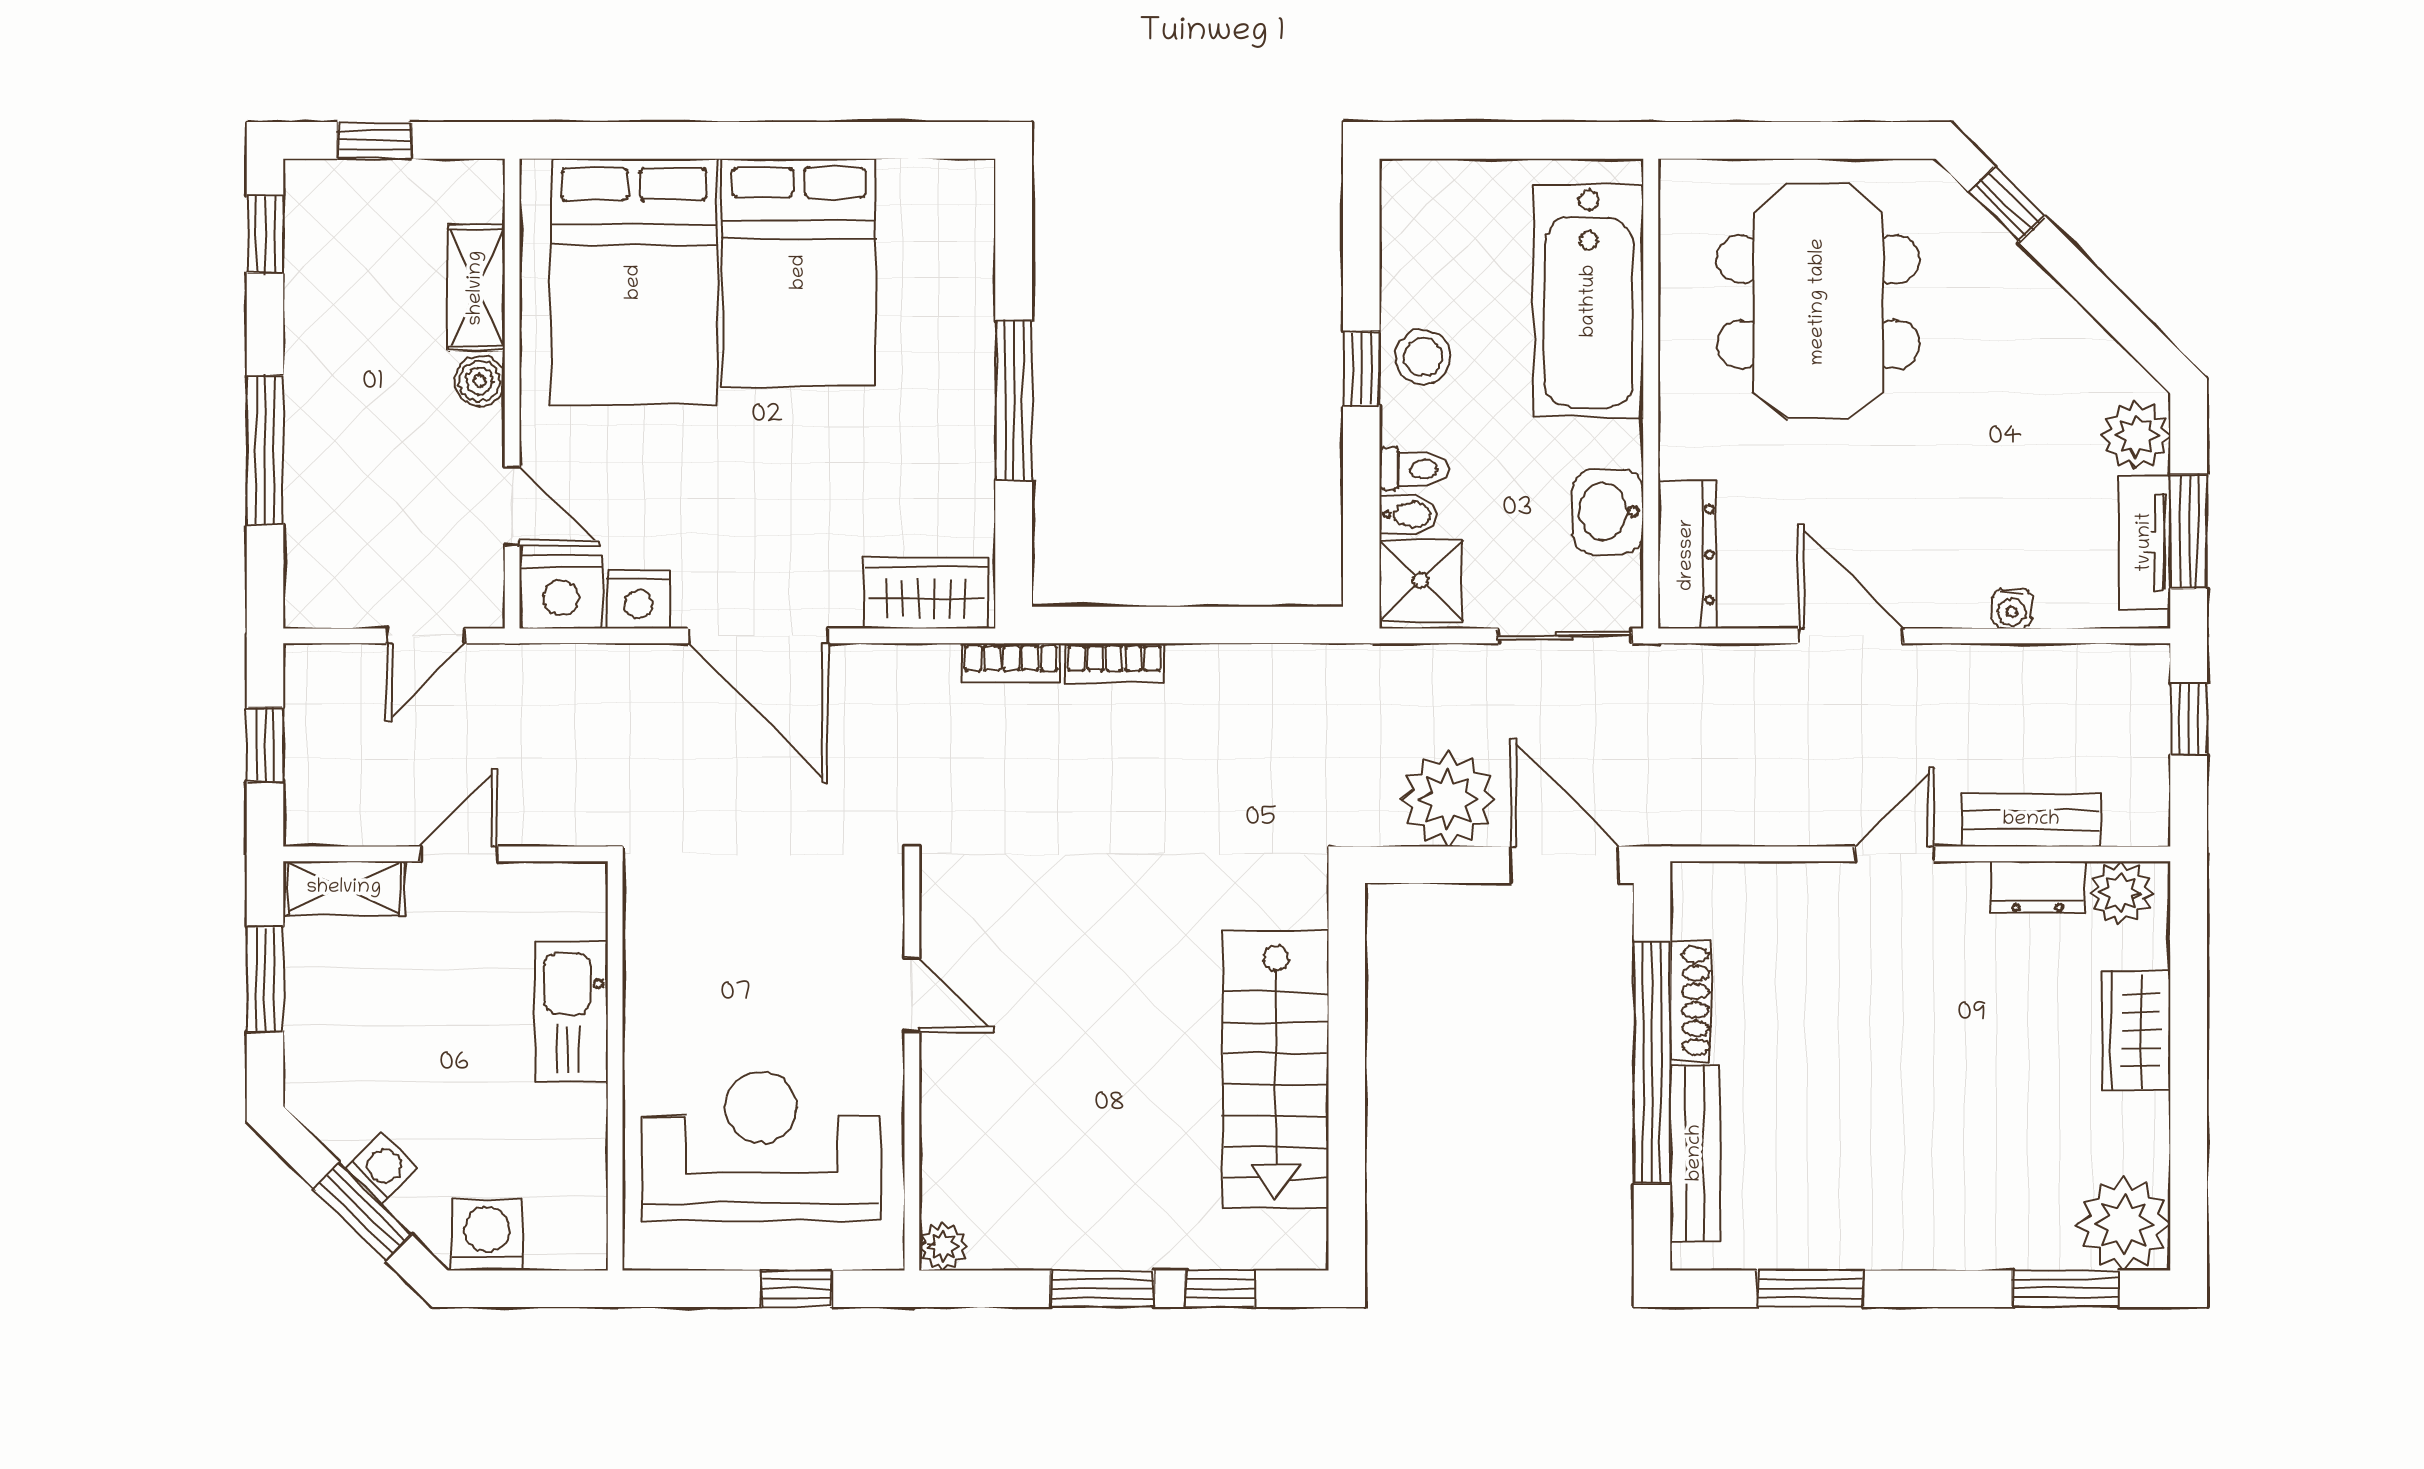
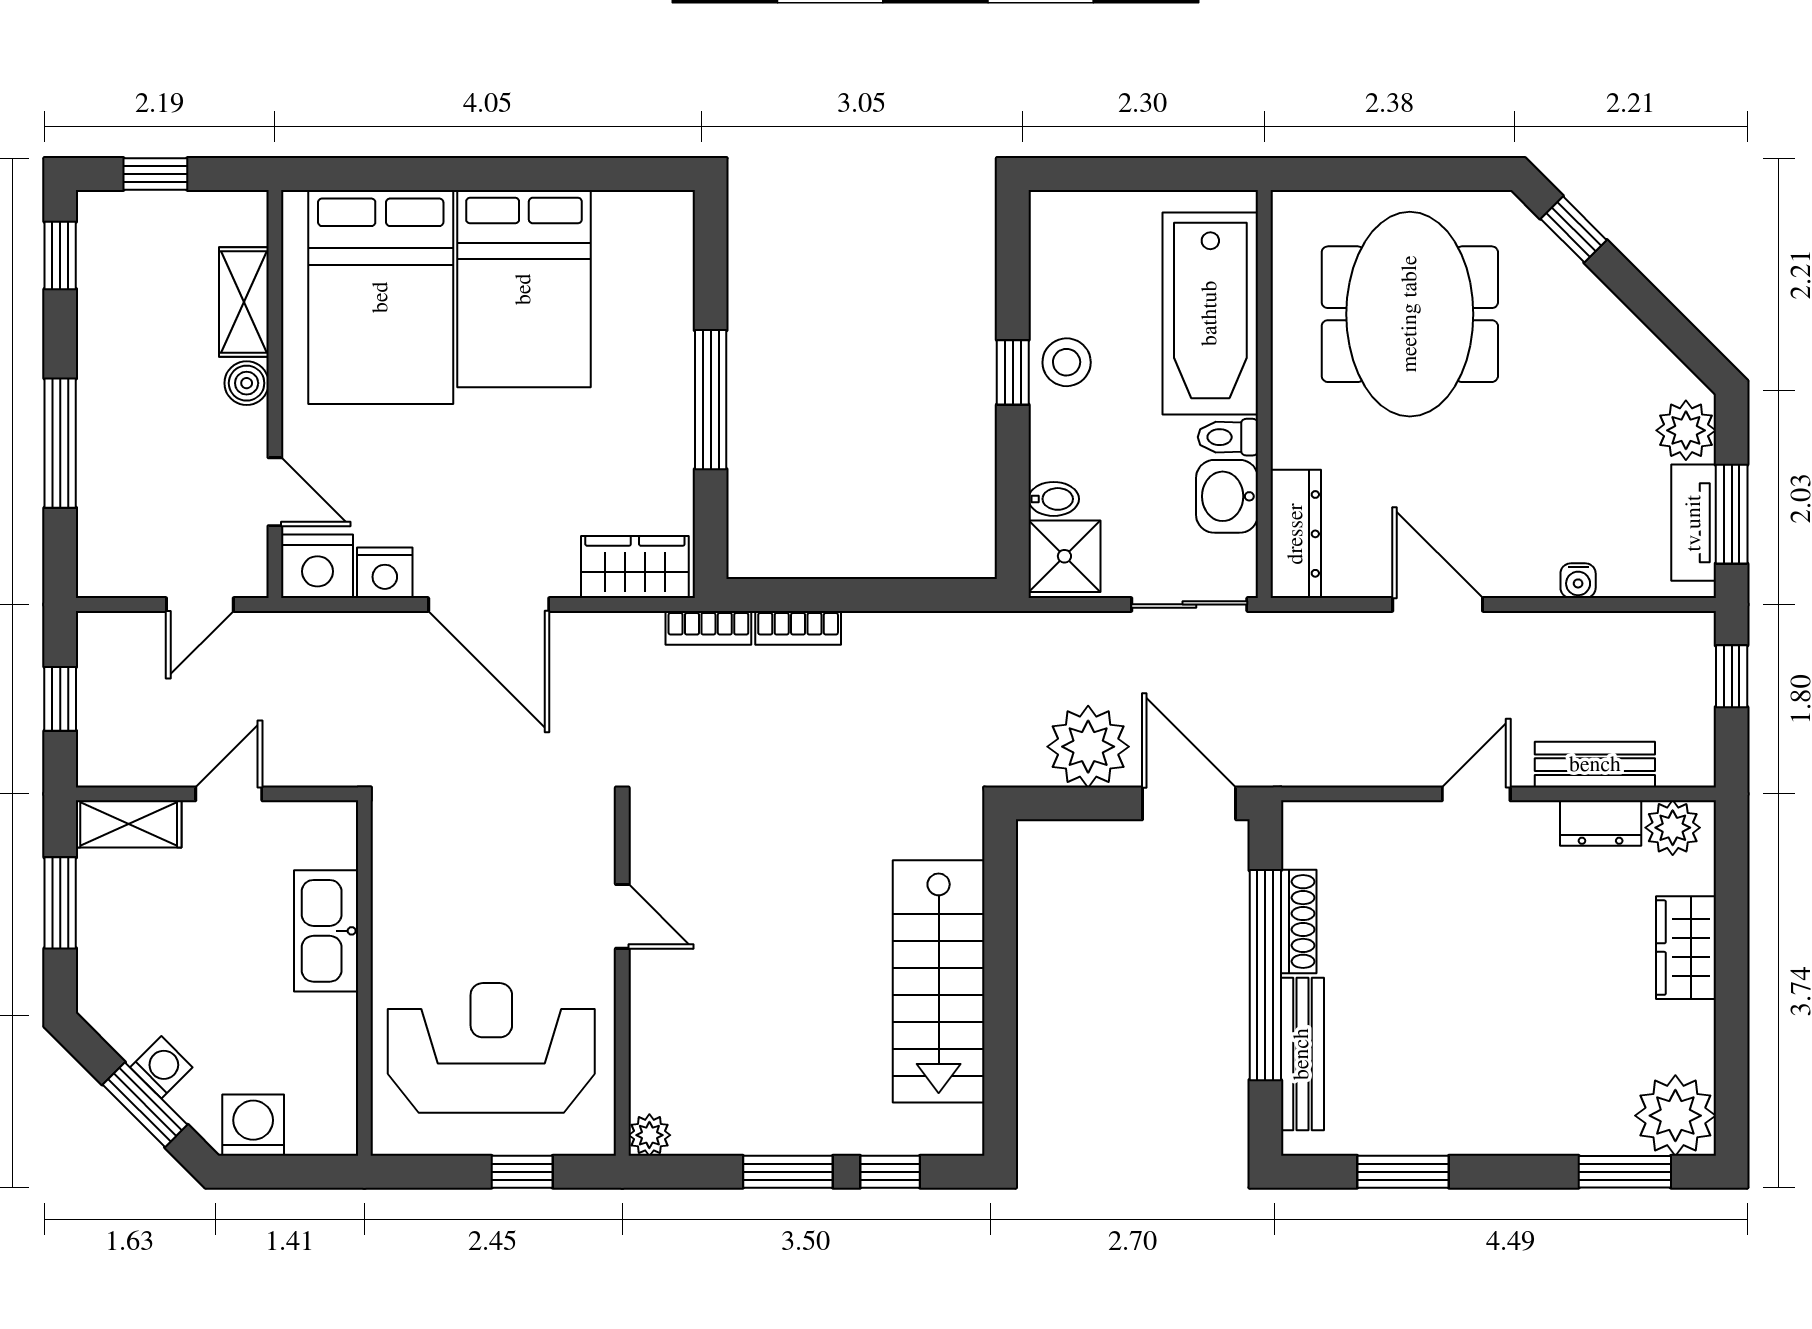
toilet: (1414, 469) -> (1228, 437), moved, turned 180

